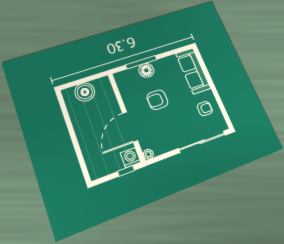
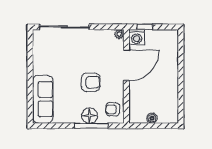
boiler: (85, 92) -> (152, 118), width x0.54, depth x0.54
armchair: (205, 109) -> (113, 109), moved

